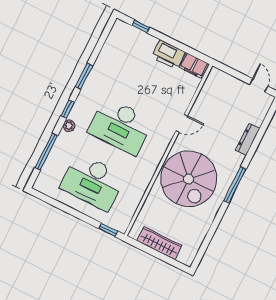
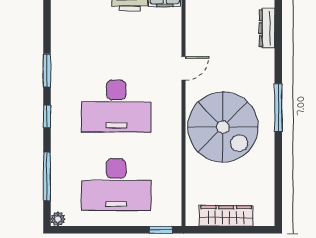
plant: (69, 126) -> (58, 219), moved
dresser: (248, 139) -> (267, 28), moved

